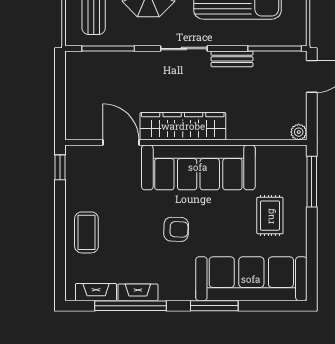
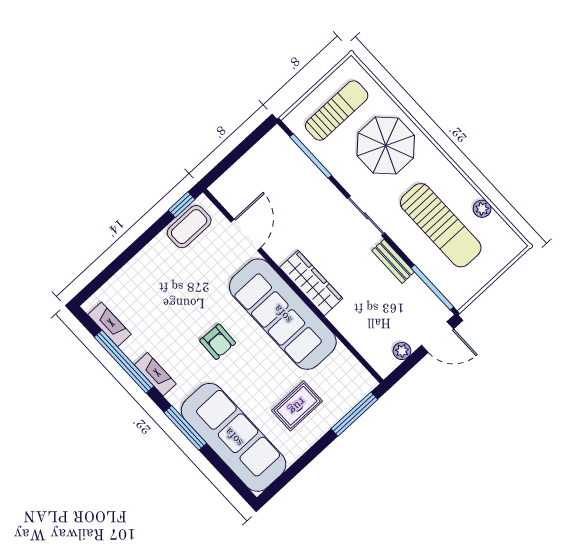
wardrobe: (183, 126) -> (311, 283), width x0.71, depth x0.85
plant: (299, 132) -> (402, 351), moved
coffee table: (86, 232) -> (189, 227), moved
fireplace: (138, 292) -> (155, 374), moved

